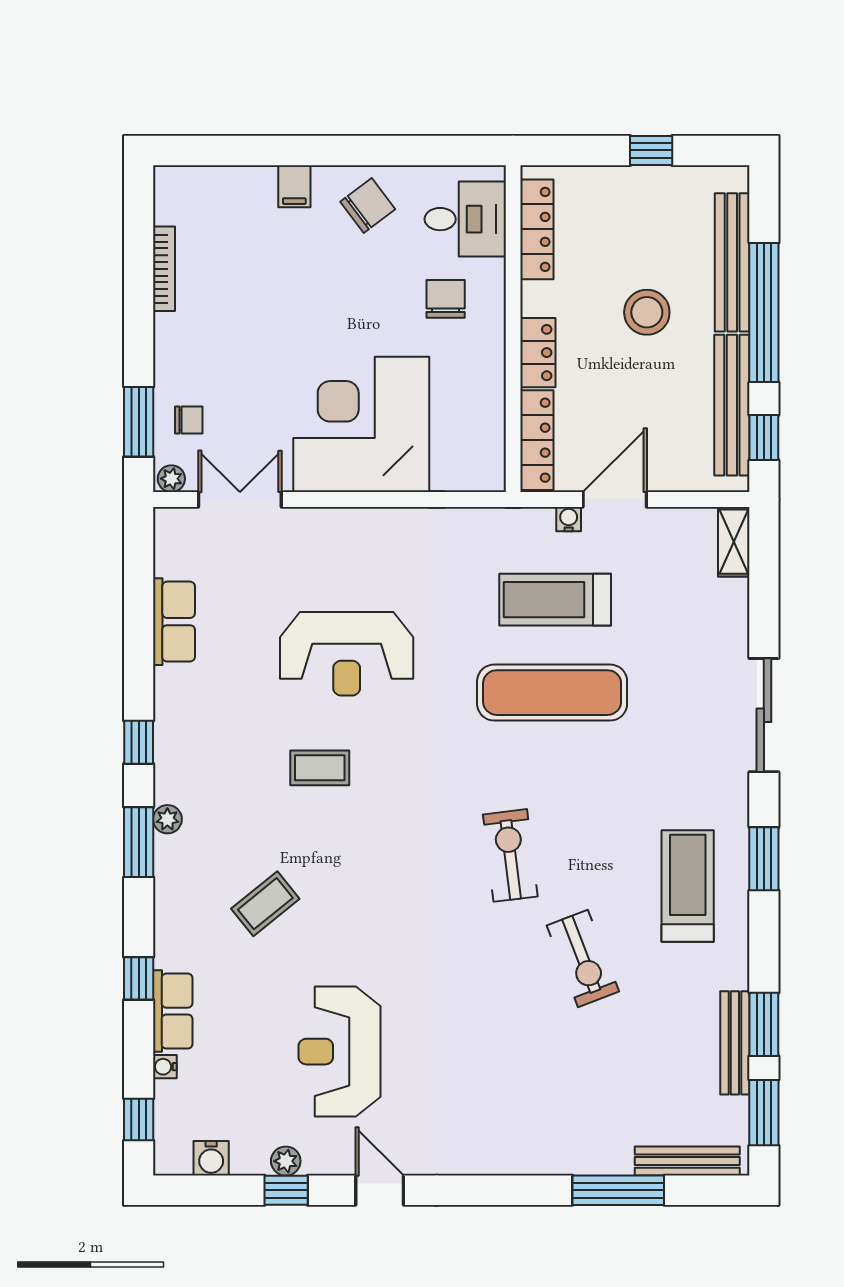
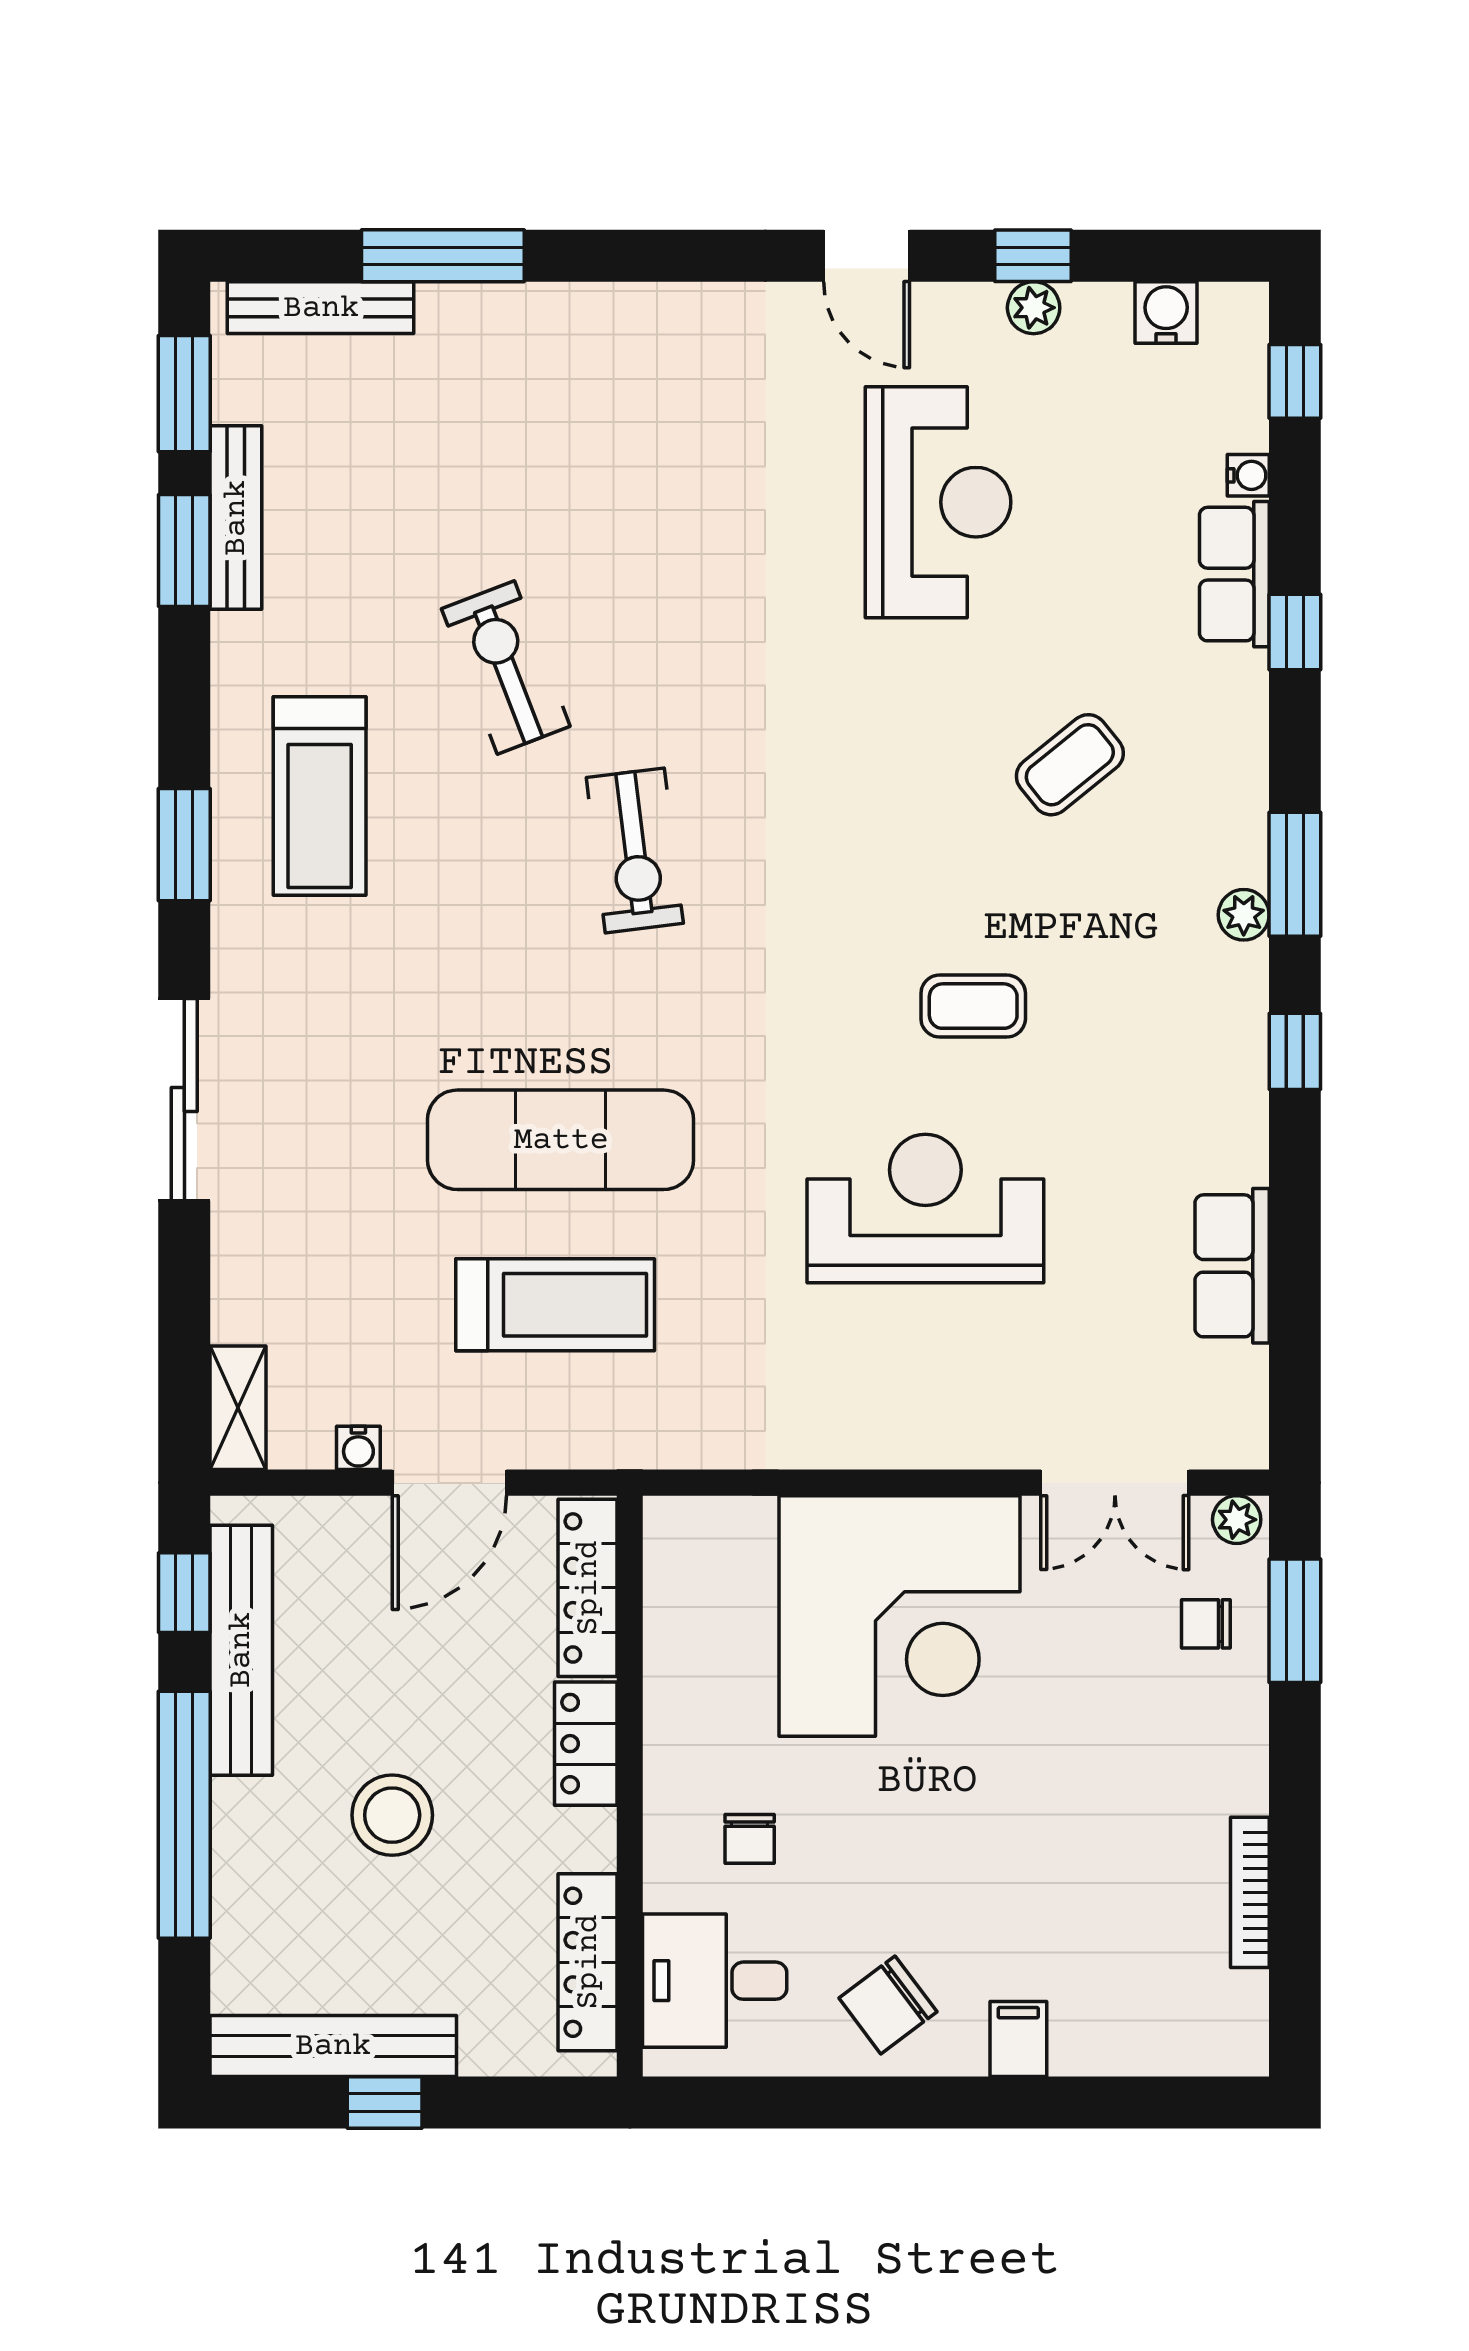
bench: (732, 262) -> (333, 2046), moved, turned 90
chair: (446, 299) -> (750, 1839), width x0.73, depth x0.73
water cooler: (569, 519) -> (358, 1448), moved

